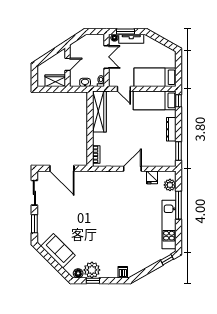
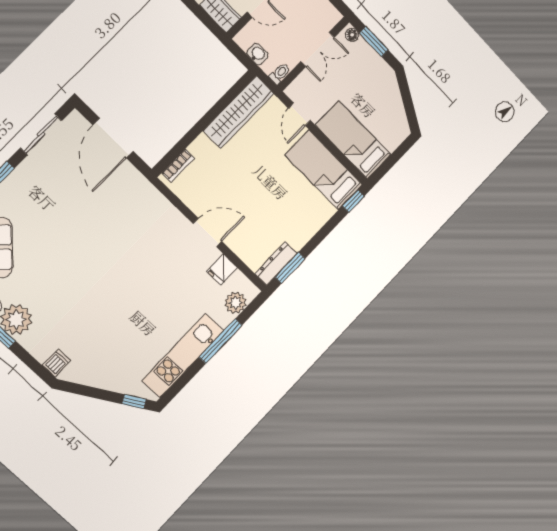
tv unit: (131, 39) -> (372, 59), removed
dresser: (171, 129) -> (276, 264), moved

